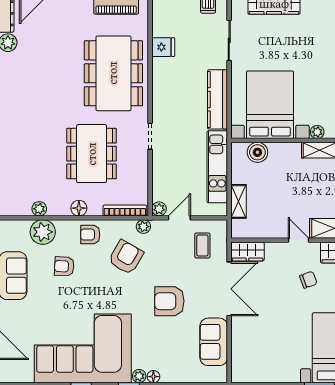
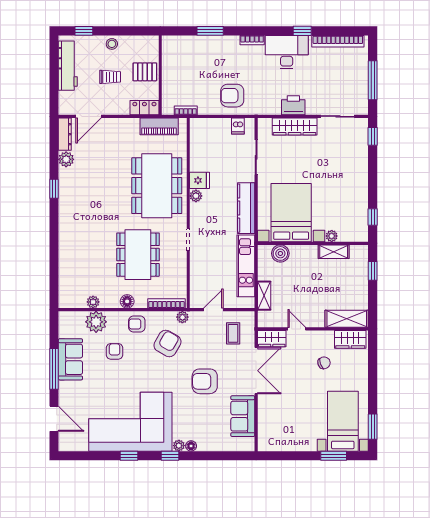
fridge: (163, 47) -> (200, 180), moved
plant: (159, 209) -> (196, 196), moved
door: (299, 240) -> (297, 329), moved
armchair: (64, 266) -> (115, 351), turned 87

